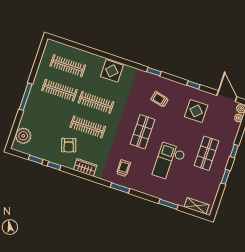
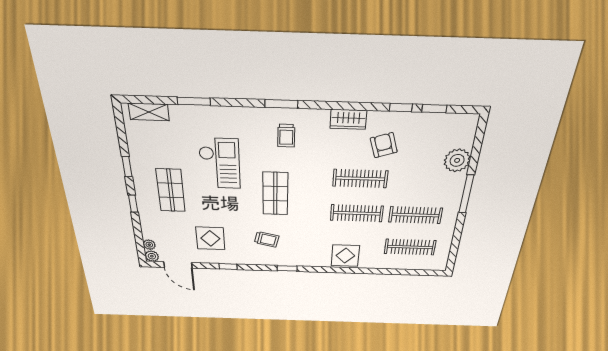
plant: (23, 136) -> (457, 160), moved

